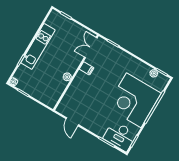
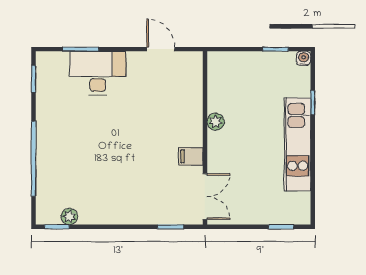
corner desk: (134, 100) -> (76, 149), removed
desk: (120, 136) -> (98, 73), moved

